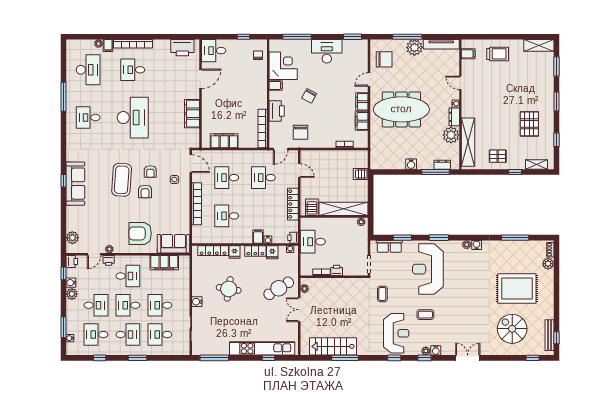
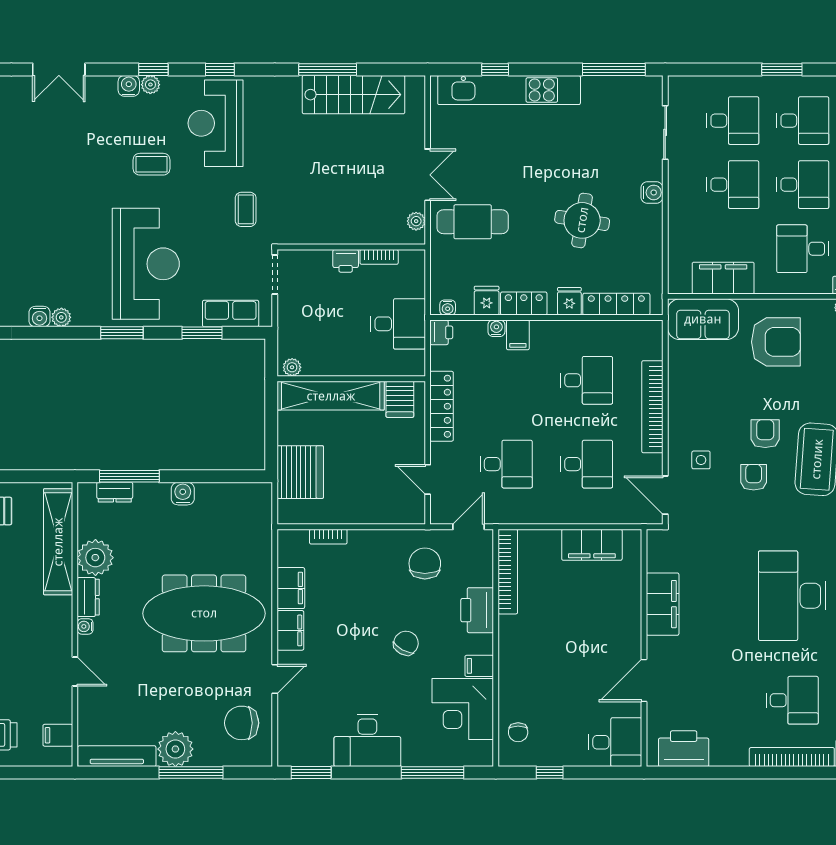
server rack: (361, 174) -> (300, 472), width x2.18, depth x1.44
cafe table: (279, 288) -> (473, 222), turned 32
desk: (128, 335) -> (803, 121), turned 180

